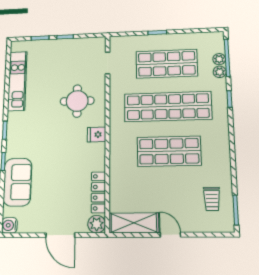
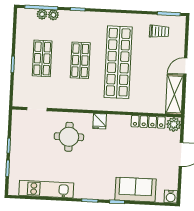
shop shelf: (167, 64) -> (42, 58), width x0.70, depth x0.74
shop shelf: (168, 107) -> (80, 60), width x0.50, depth x0.74
shop shelf: (169, 151) -> (118, 62), width x1.40

